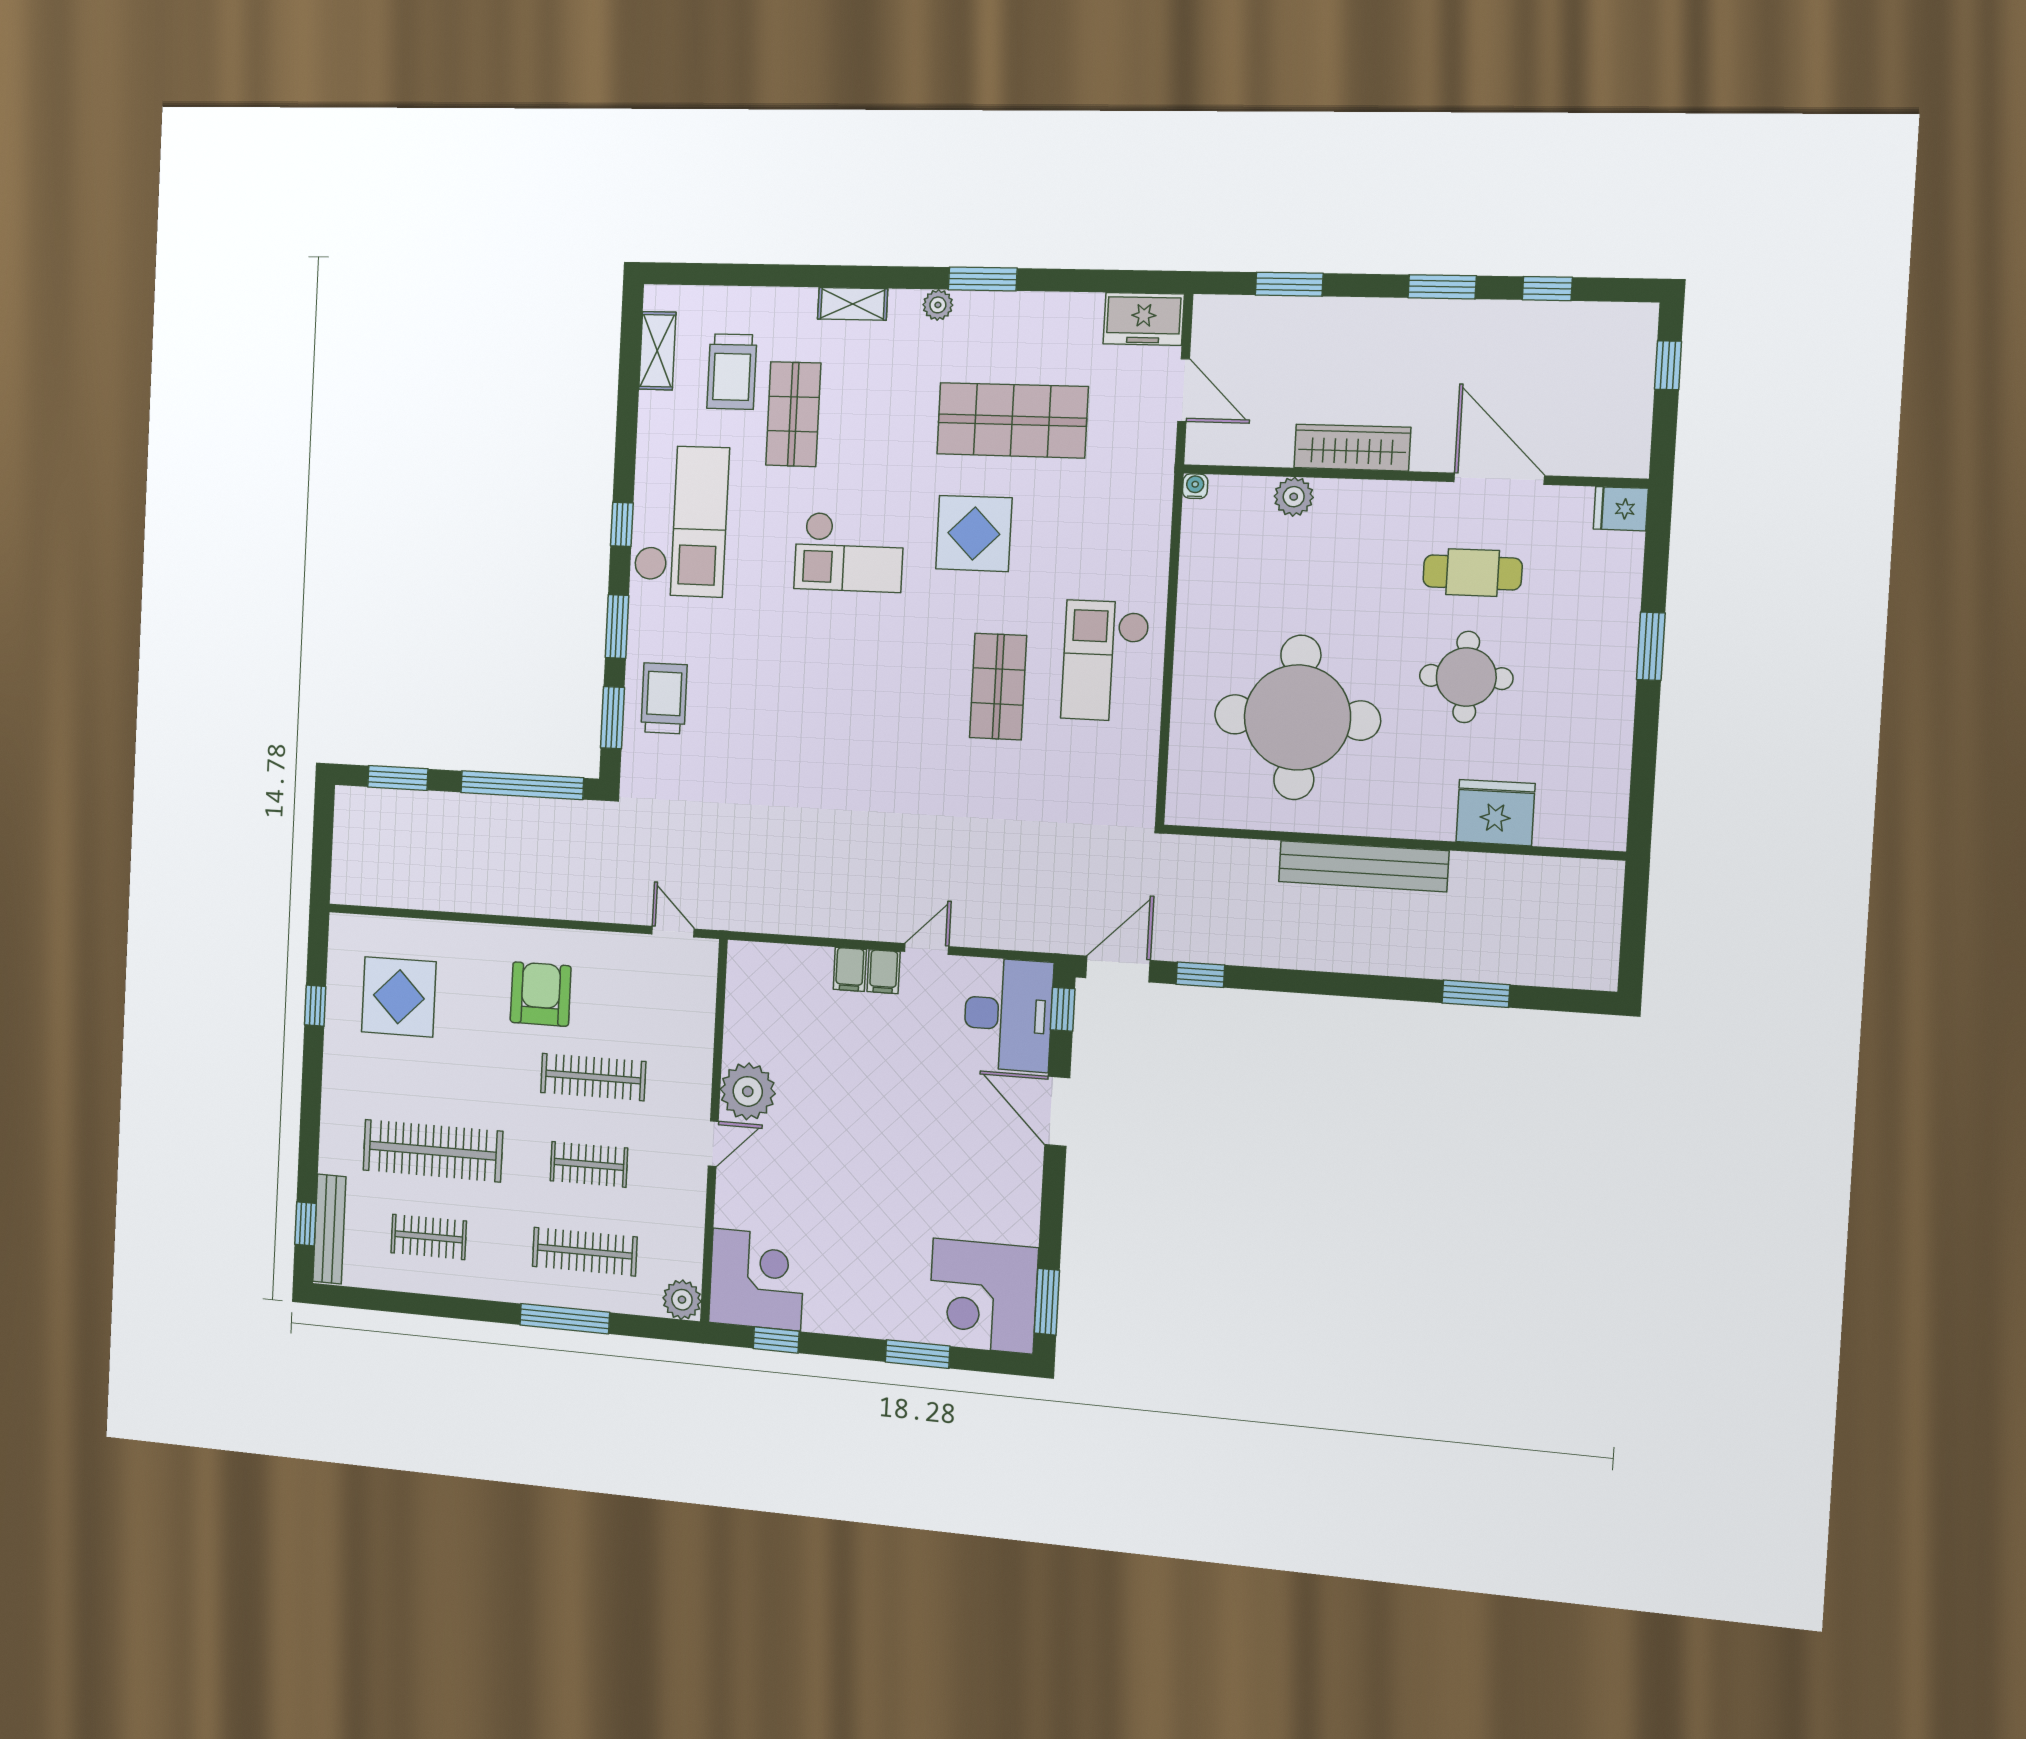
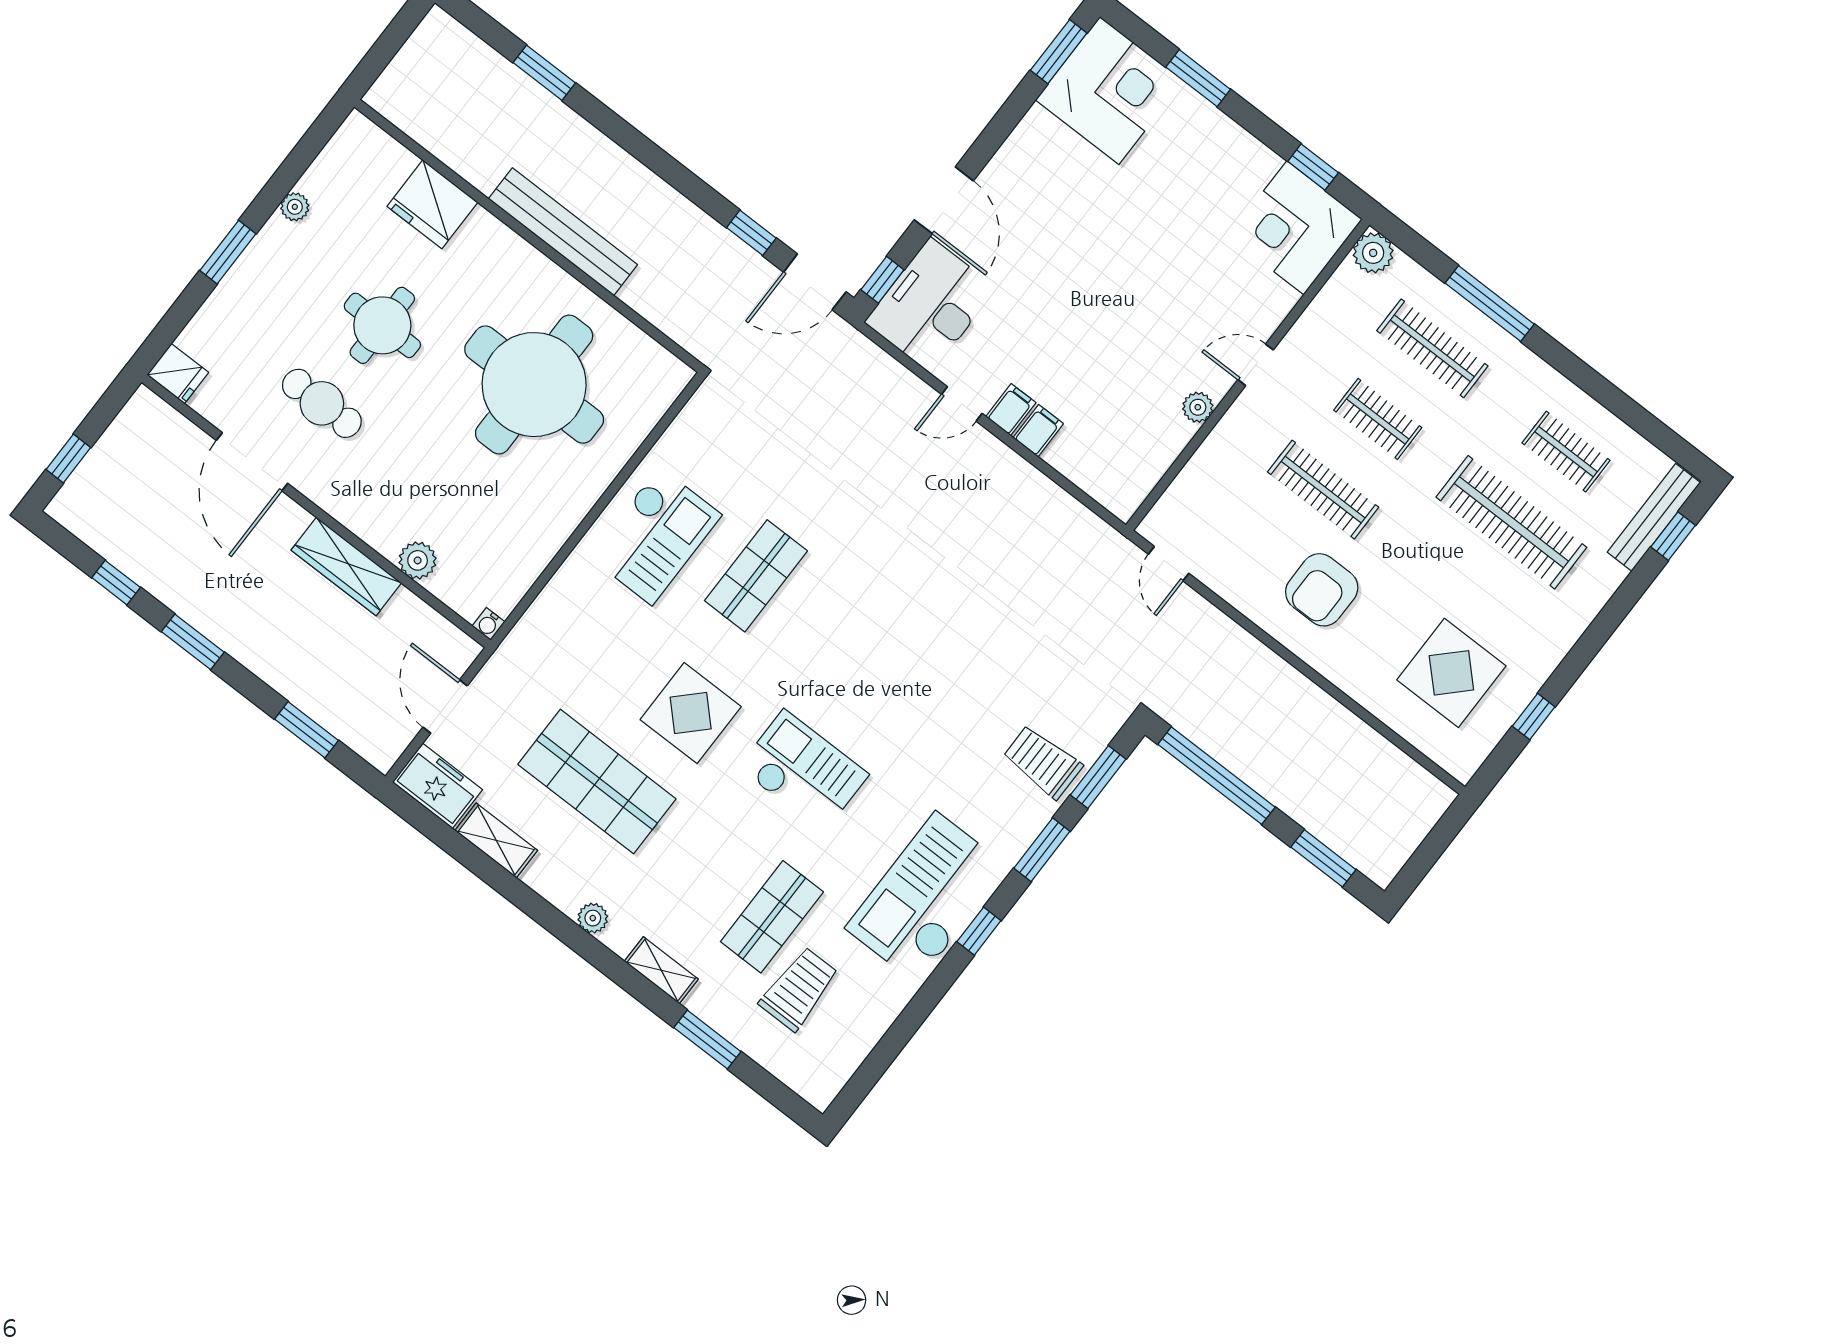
window: (983, 279) -> (707, 1040), moved
shelving: (657, 351) -> (496, 840), moved, turned 90
trolley: (664, 698) -> (1043, 762), turned 90
plant: (1618, 727) -> (295, 207), added
plant: (748, 1091) -> (1198, 407), width x0.53, depth x0.53

